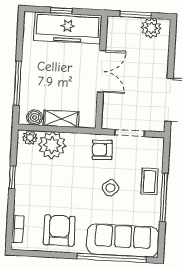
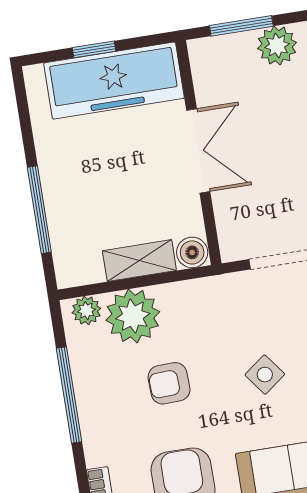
boiler: (35, 117) -> (192, 252), moved
armchair: (102, 150) -> (169, 383), moved
window: (12, 177) -> (69, 395), width x2.17

